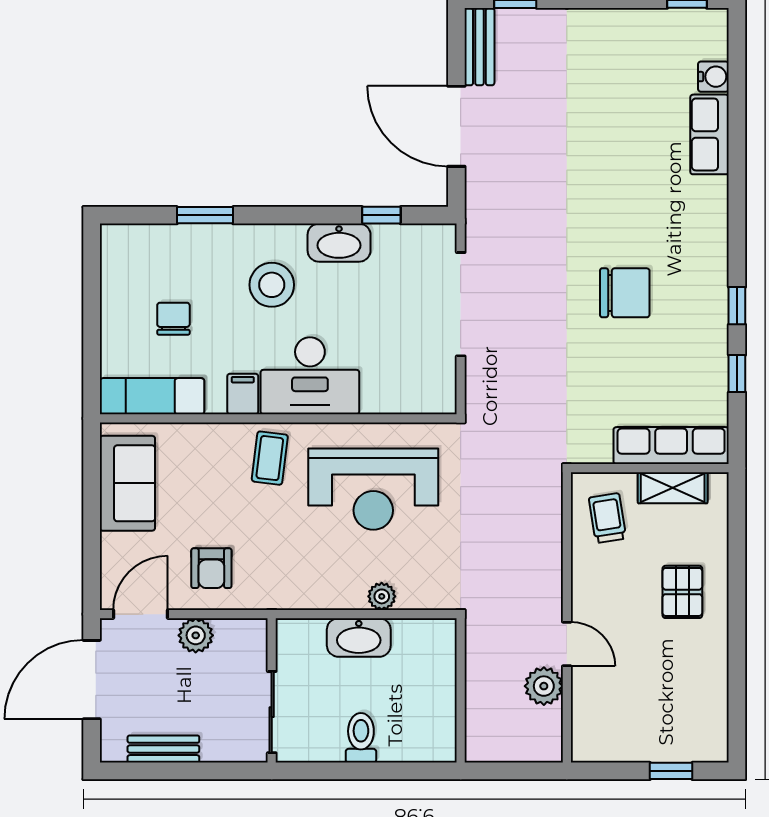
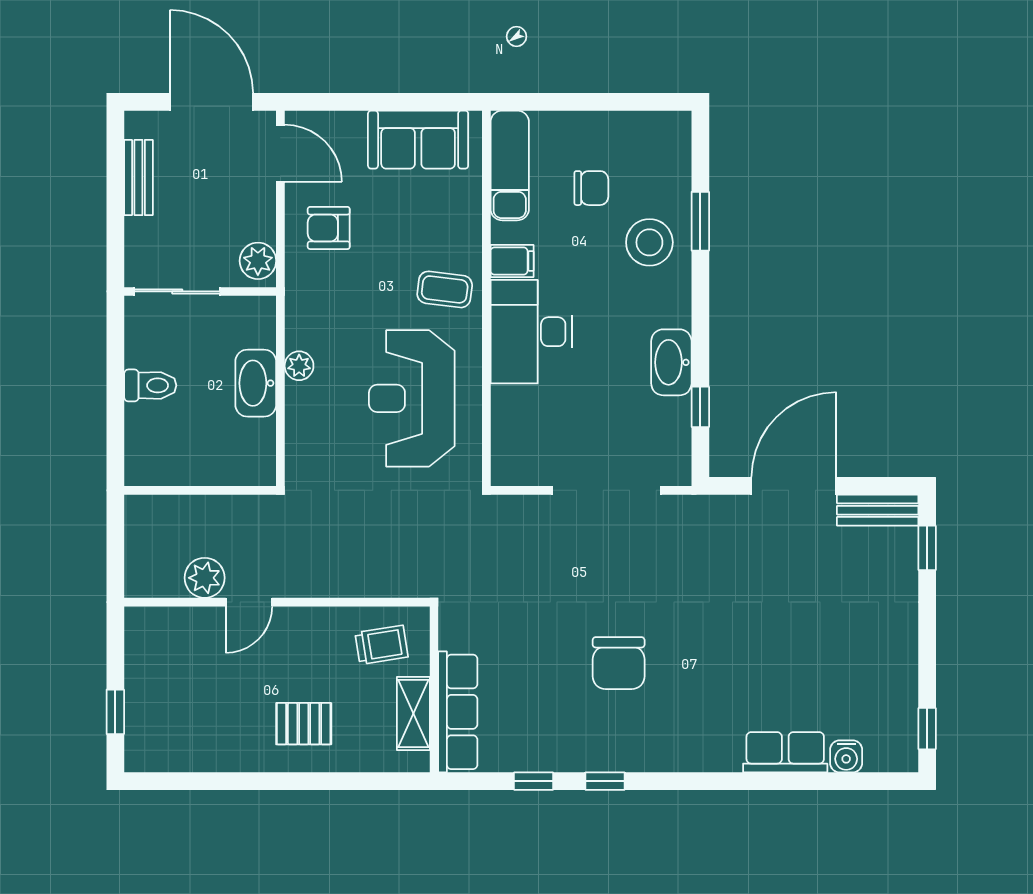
stool: (272, 285) -> (649, 242), moved
plant: (382, 596) -> (299, 366), moved
plant: (196, 635) -> (258, 261), moved

